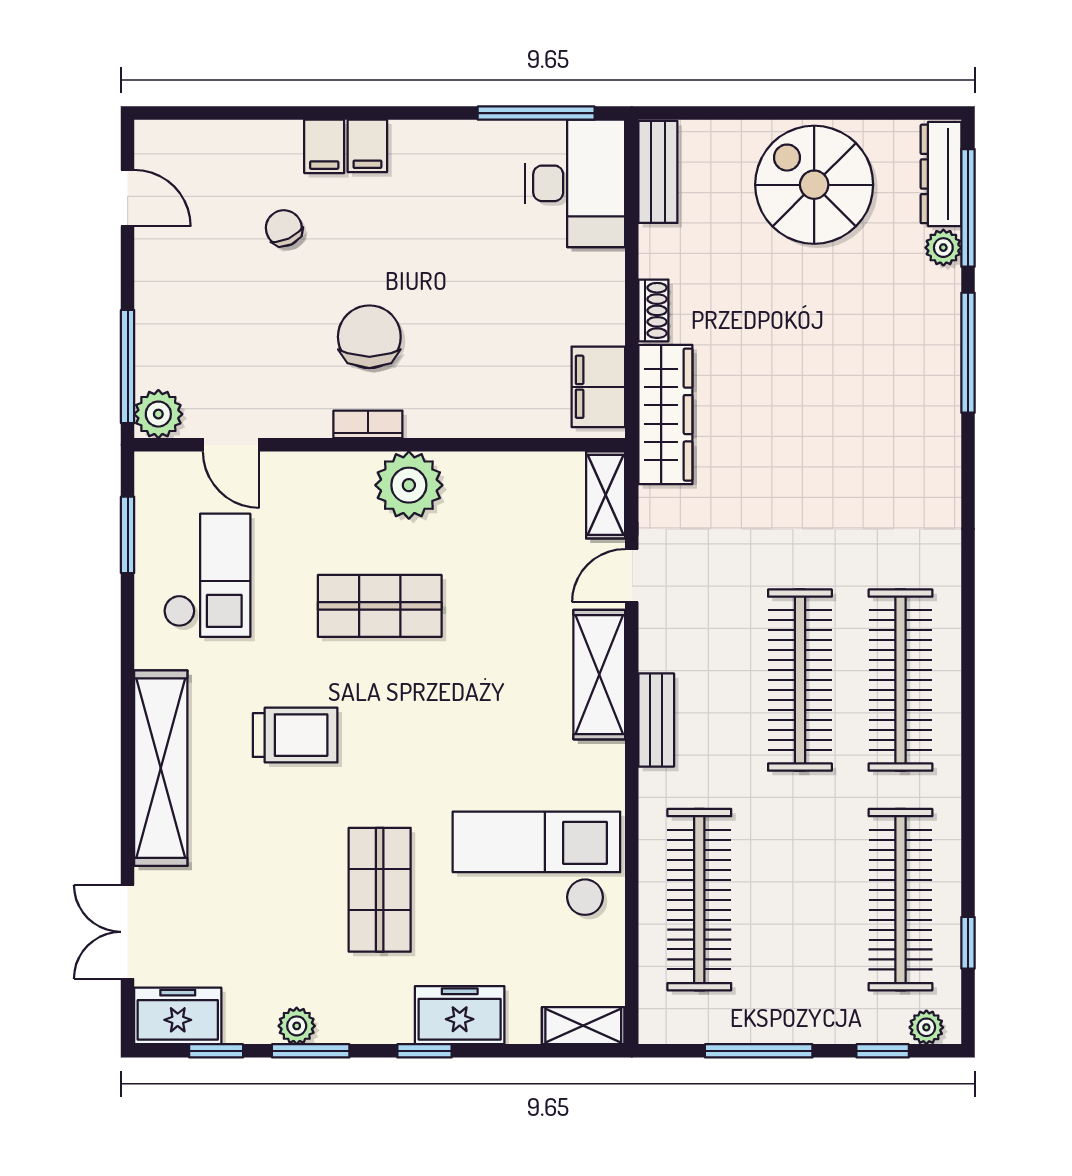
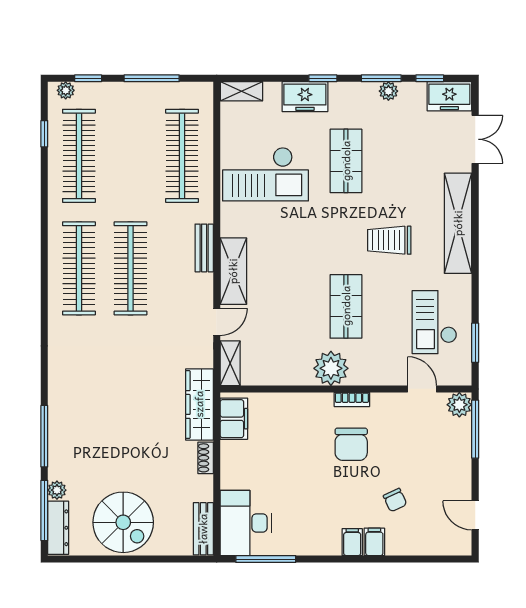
shop shelf: (380, 606) -> (346, 306), turned 90

